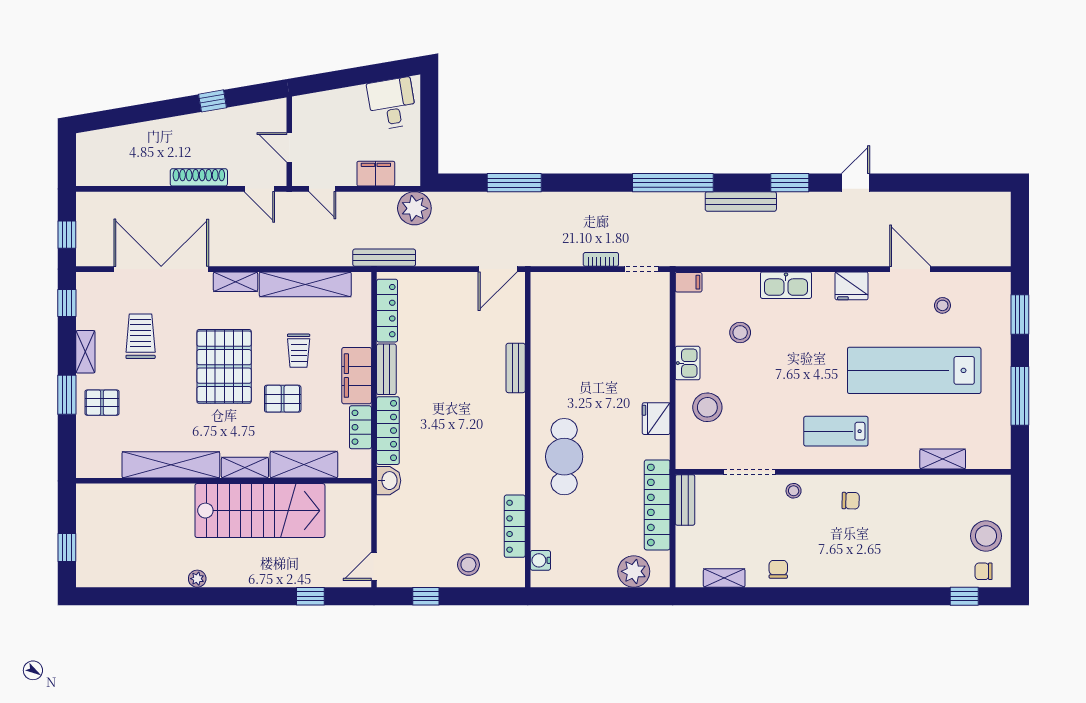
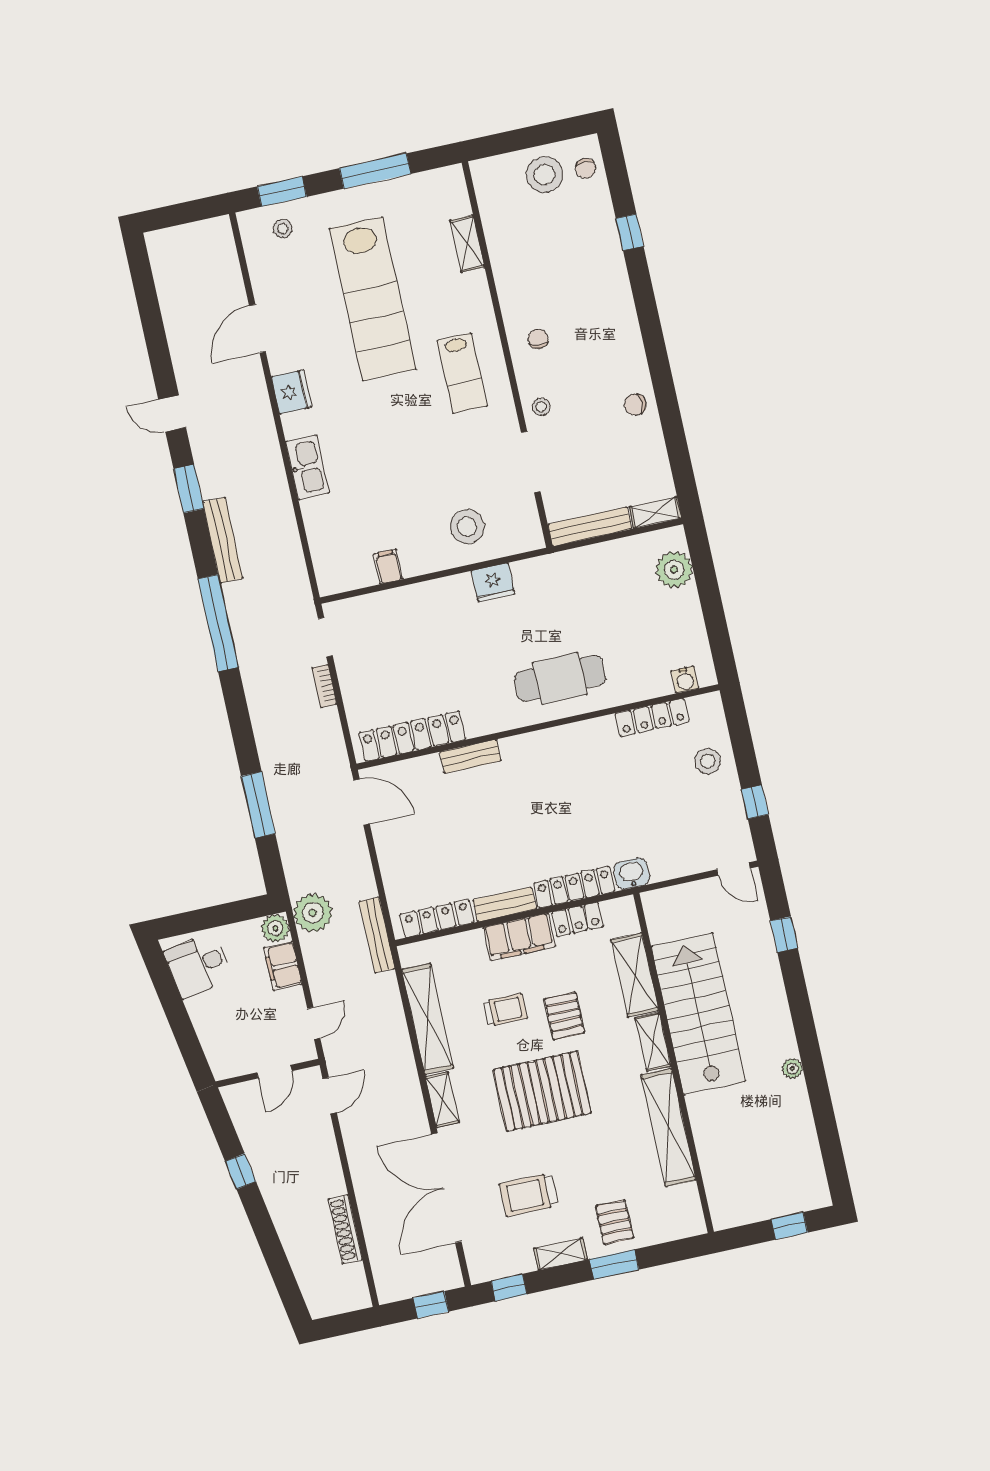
plant: (408, 174) -> (275, 928), added
shoe rack: (199, 177) -> (345, 1229), moved
filing cabinet: (689, 282) -> (388, 567), moved
stool: (942, 305) -> (283, 229), moved
stool: (740, 333) -> (373, 508), removed
kitchen sink: (688, 363) -> (421, 560), removed
bench: (685, 500) -> (590, 527), width x1.36
locker: (657, 505) -> (412, 736), moved, turned 180
shelving: (724, 578) -> (655, 513), moved, turned 90
window: (964, 596) -> (630, 232), moved

